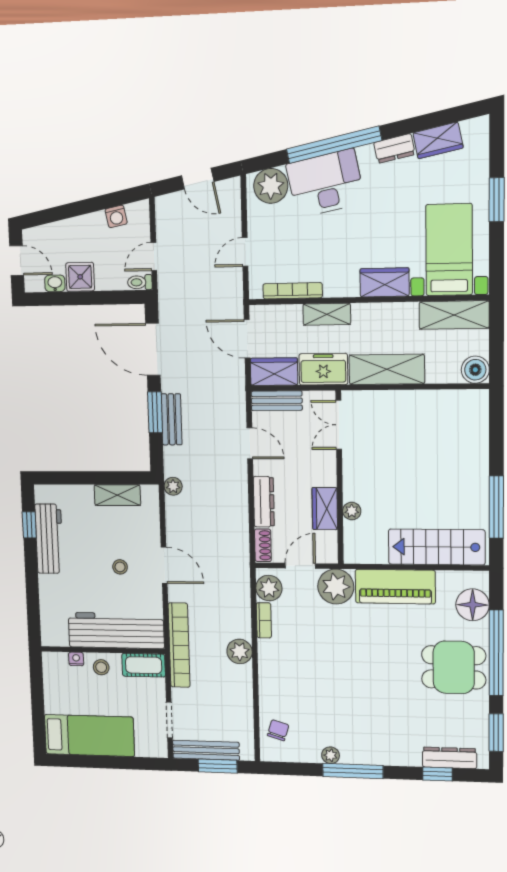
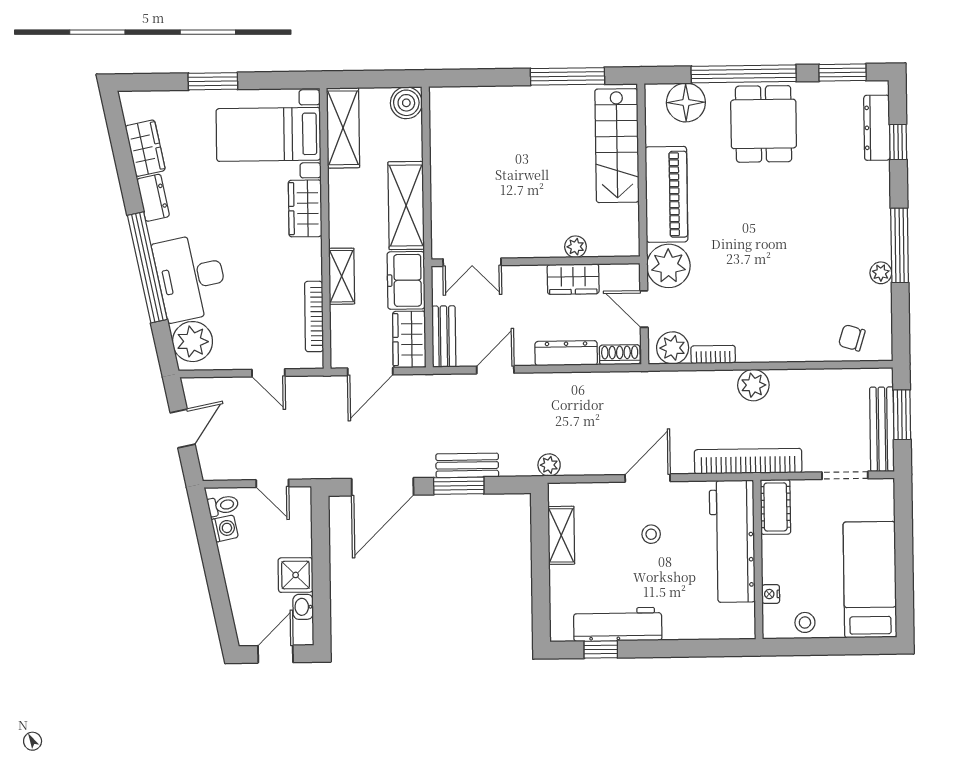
toilet: (140, 282) -> (223, 505), moved, turned -102
stool: (101, 667) -> (805, 622), moved

